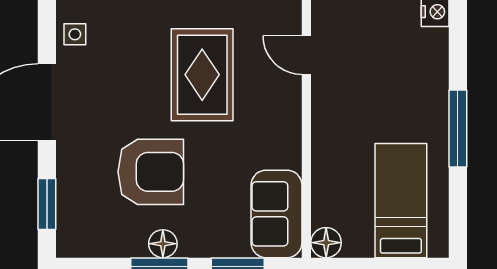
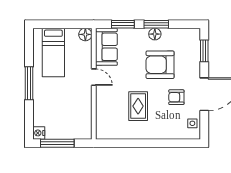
door: (306, 55) -> (94, 77), moved
rug: (202, 75) -> (138, 106), width x0.73, depth x0.70
armchair: (112, 96) -> (176, 97), added

